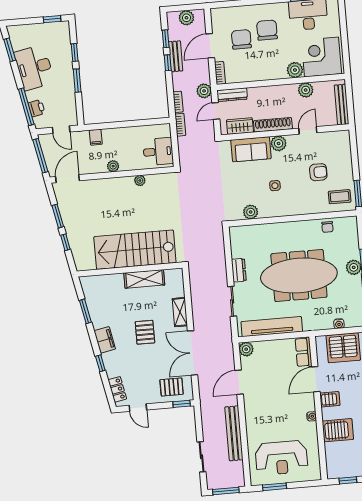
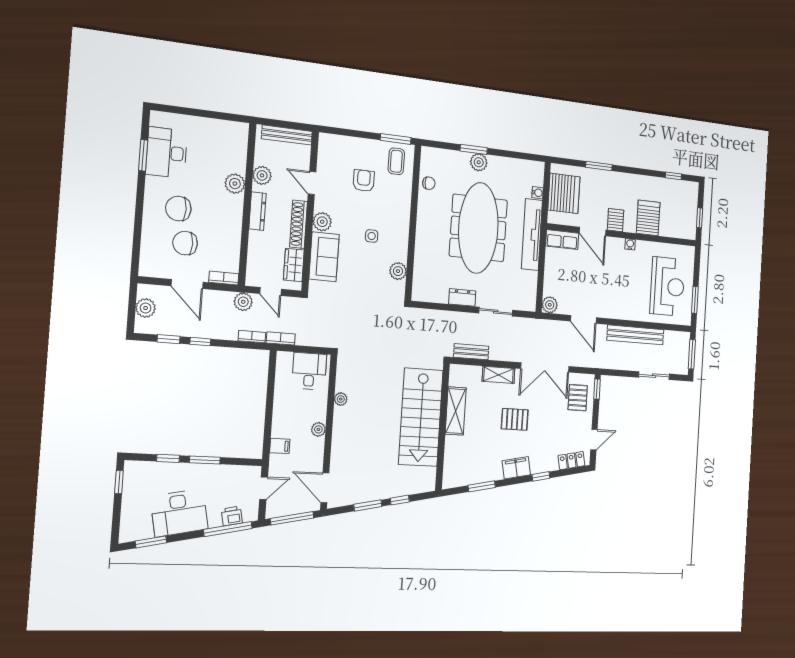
bench: (176, 56) -> (471, 352), moved
corner desk: (322, 57) -> (224, 147), removed
dresser: (232, 95) -> (257, 211), moved
tv unit: (272, 327) -> (532, 235), moved

